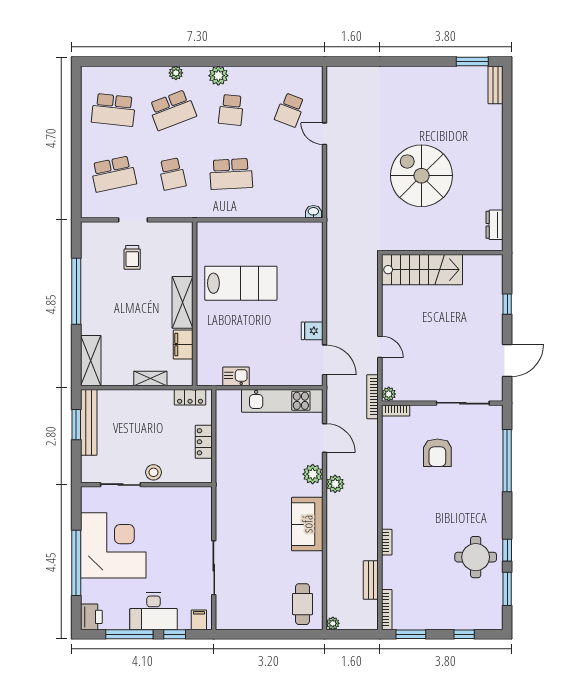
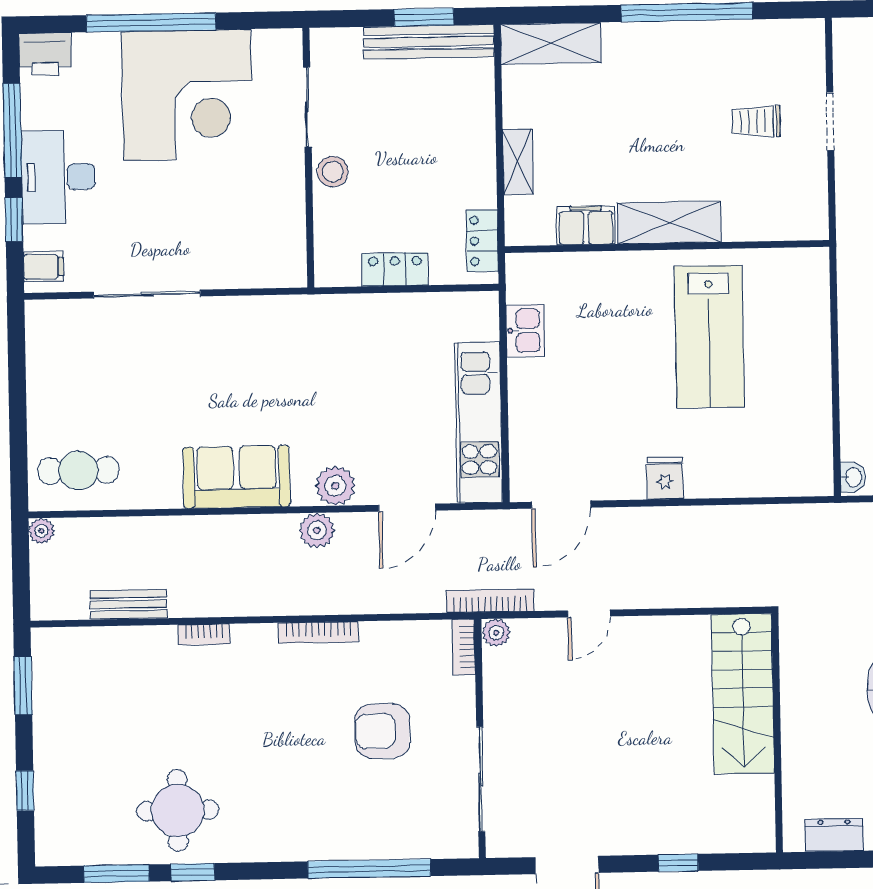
fridge: (312, 331) -> (665, 478), moved
bookcase: (387, 610) -> (318, 632), moved

